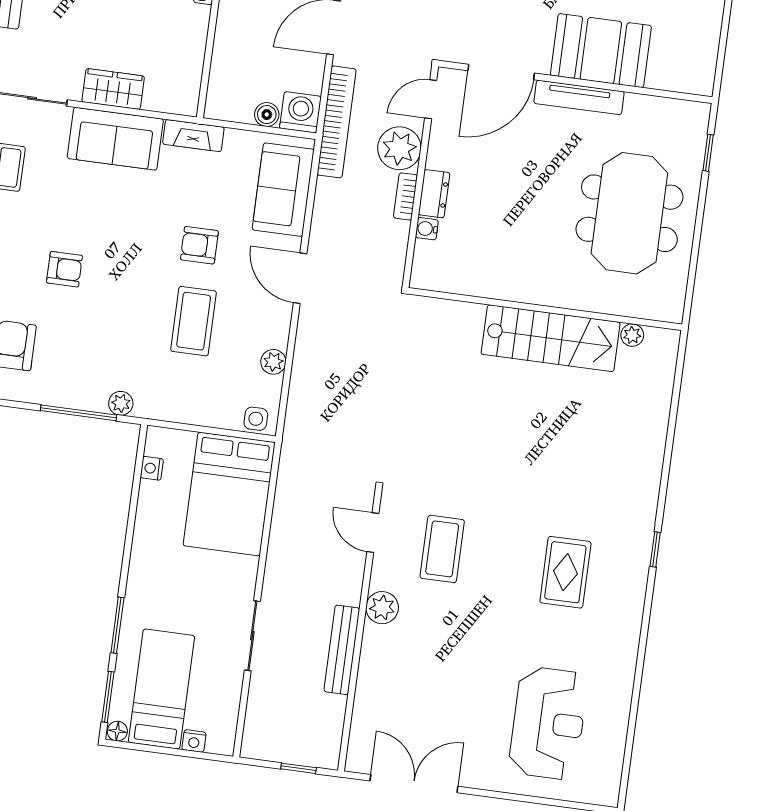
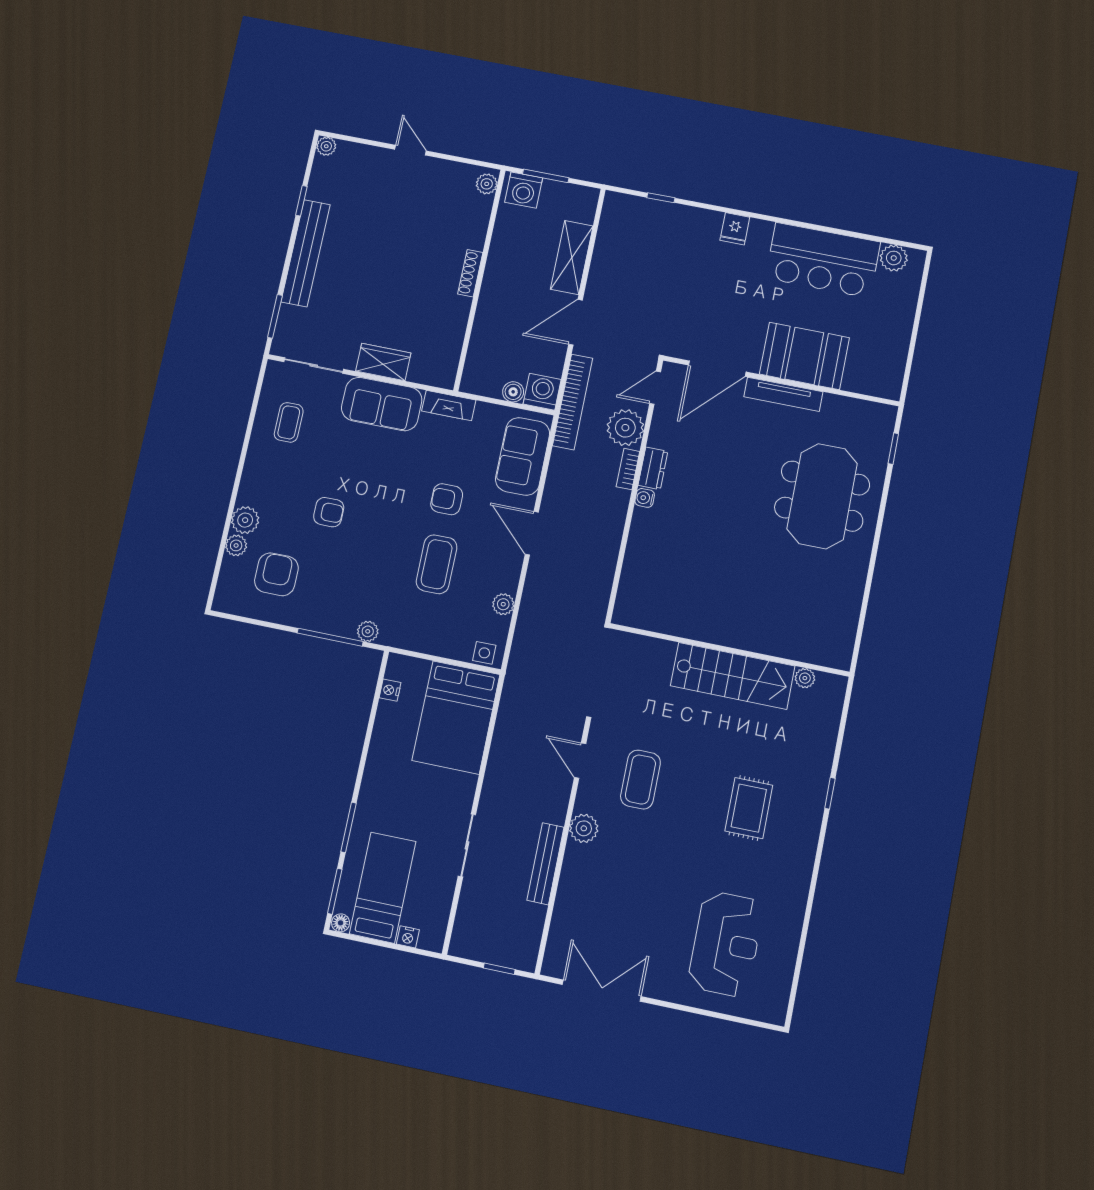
wall: (545, 309) -> (729, 650), moved
plant: (632, 335) -> (805, 678), moved
stairs: (551, 338) -> (733, 676), moved

